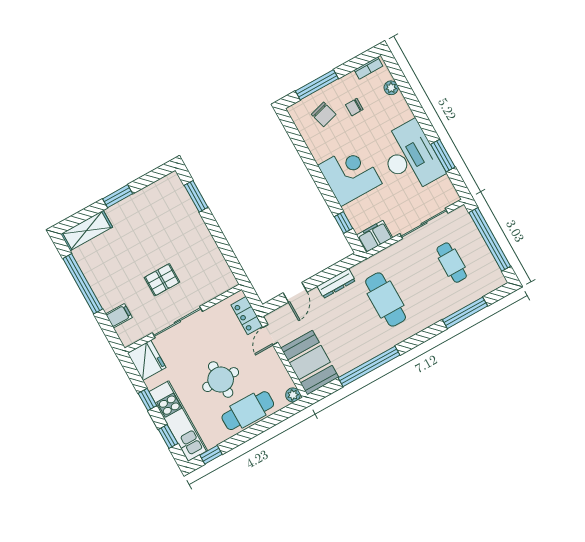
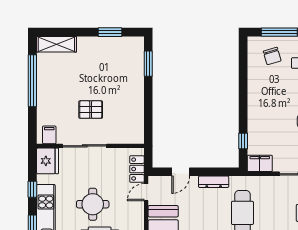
corner desk: (350, 174) -> (267, 109), removed
window: (118, 196) -> (110, 32), moved
filing cabinet: (119, 316) -> (49, 135), moved, turned -90

